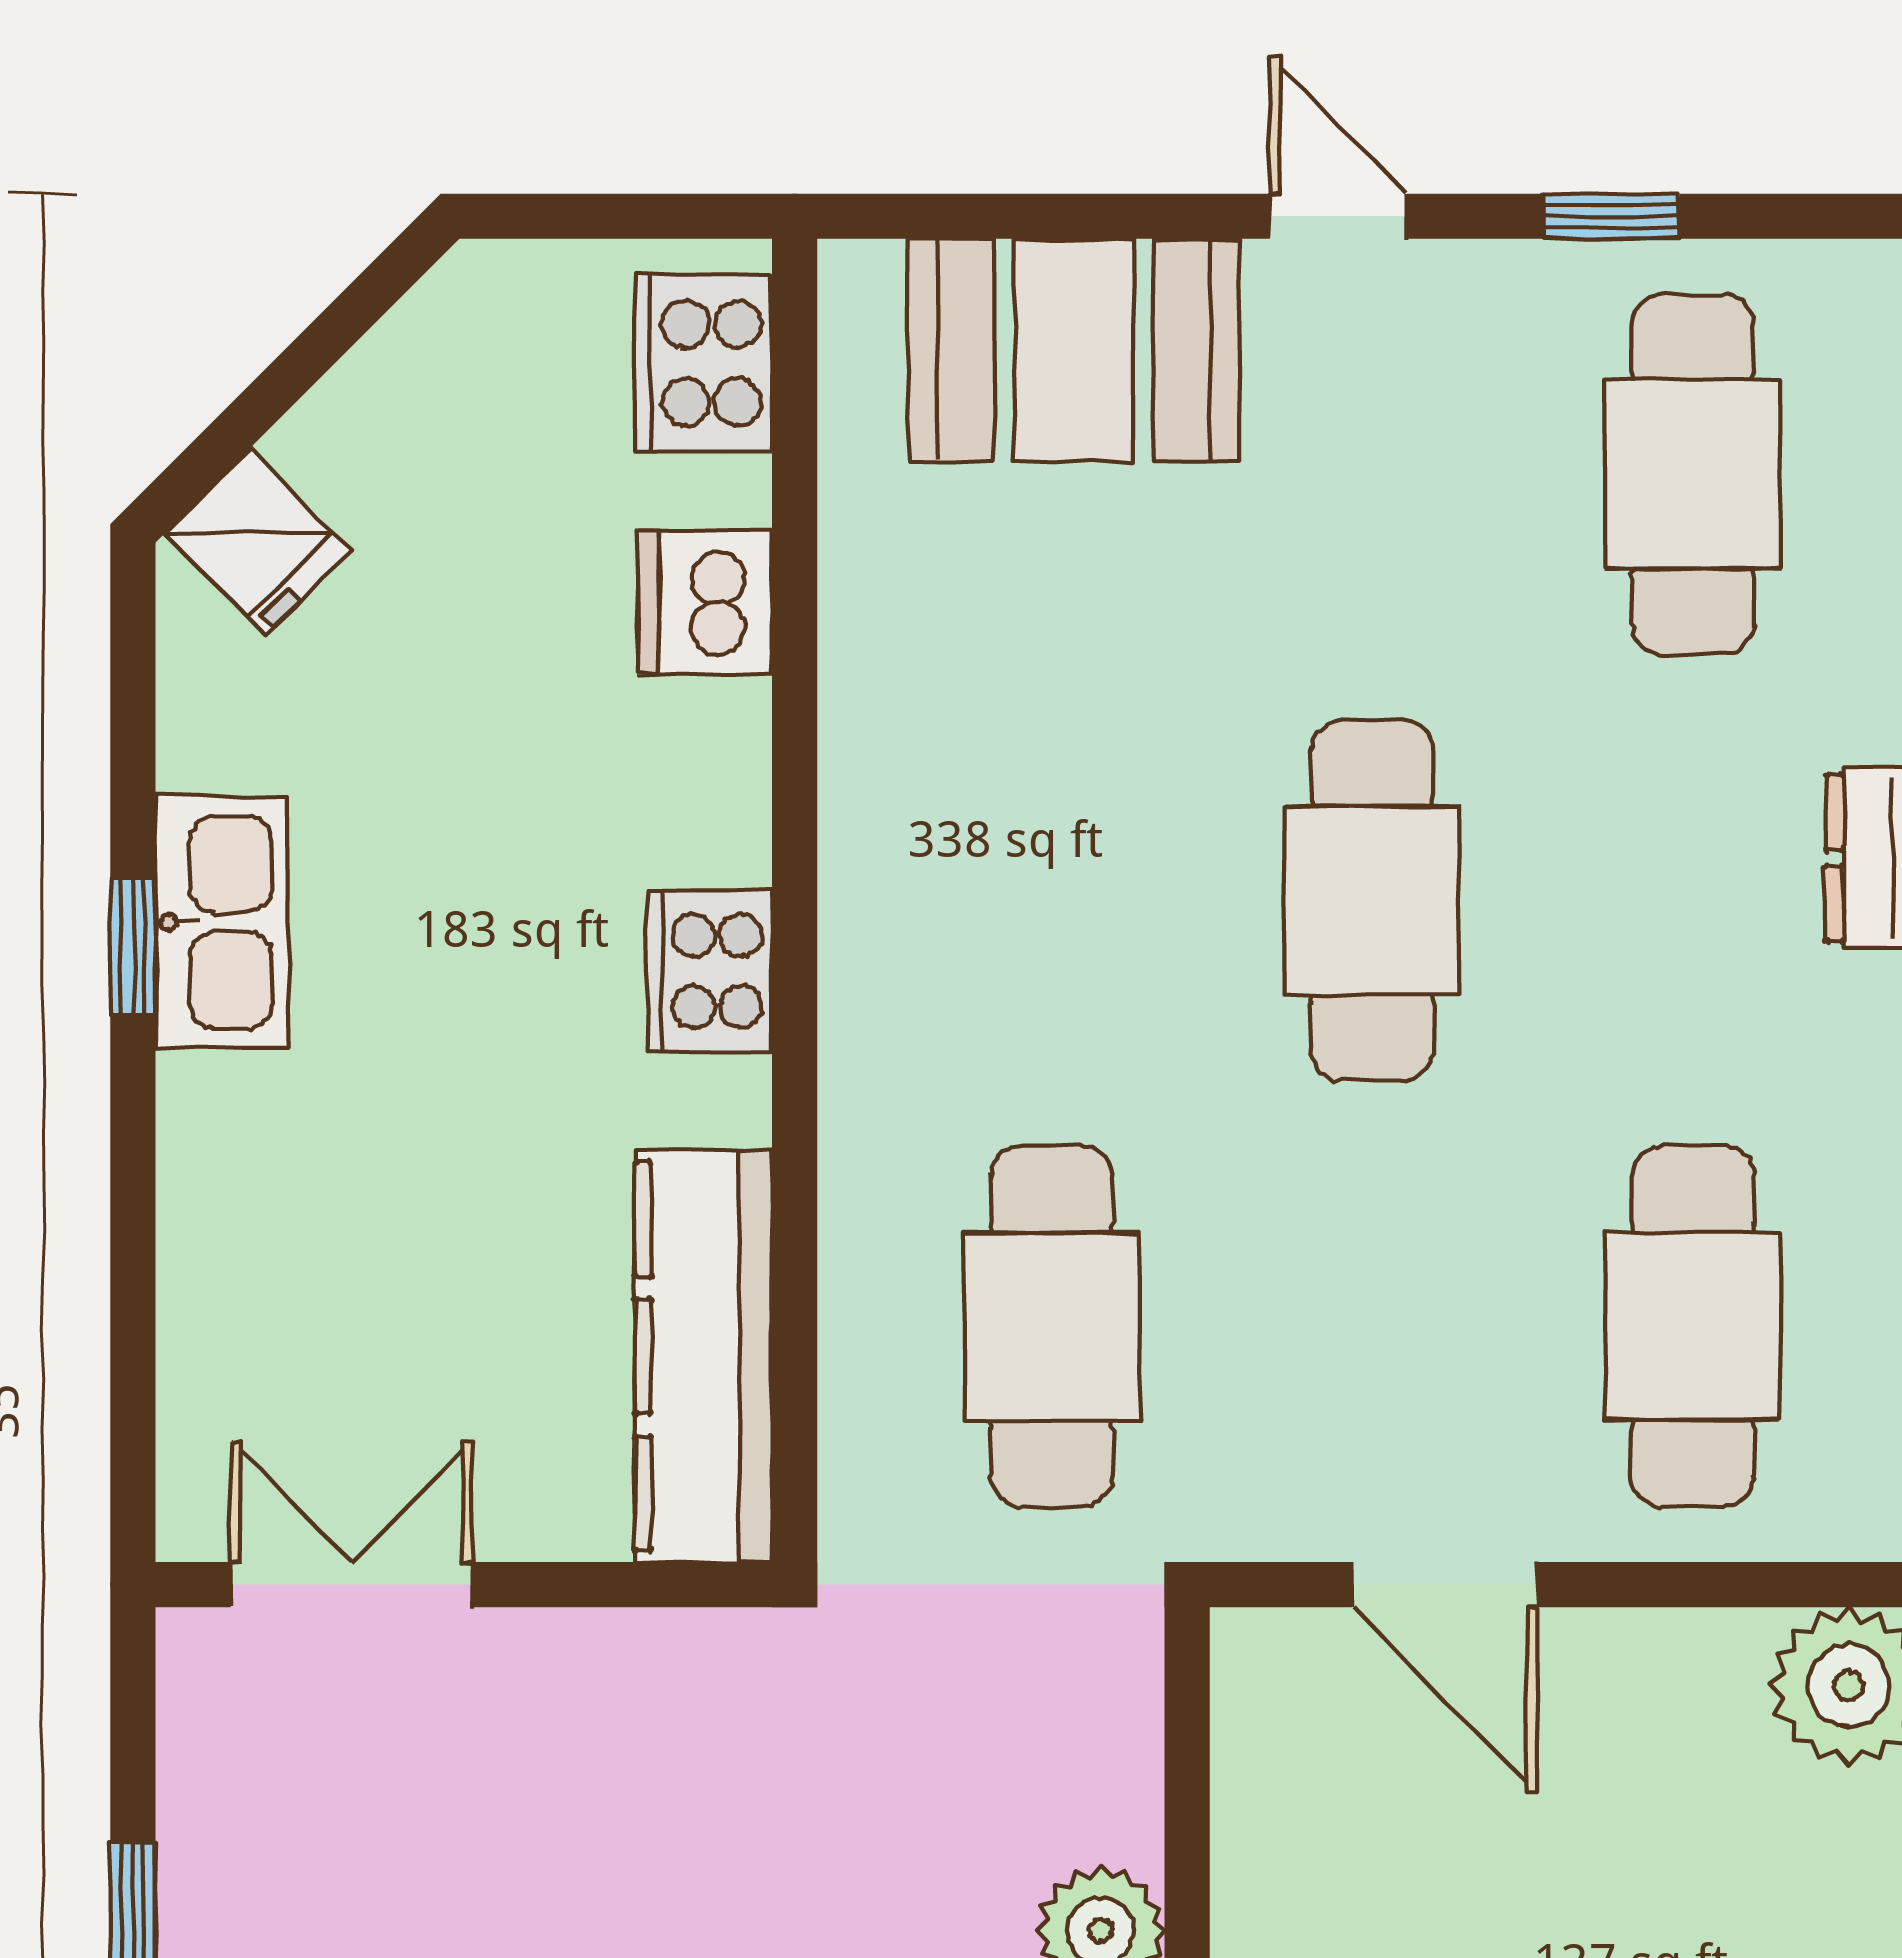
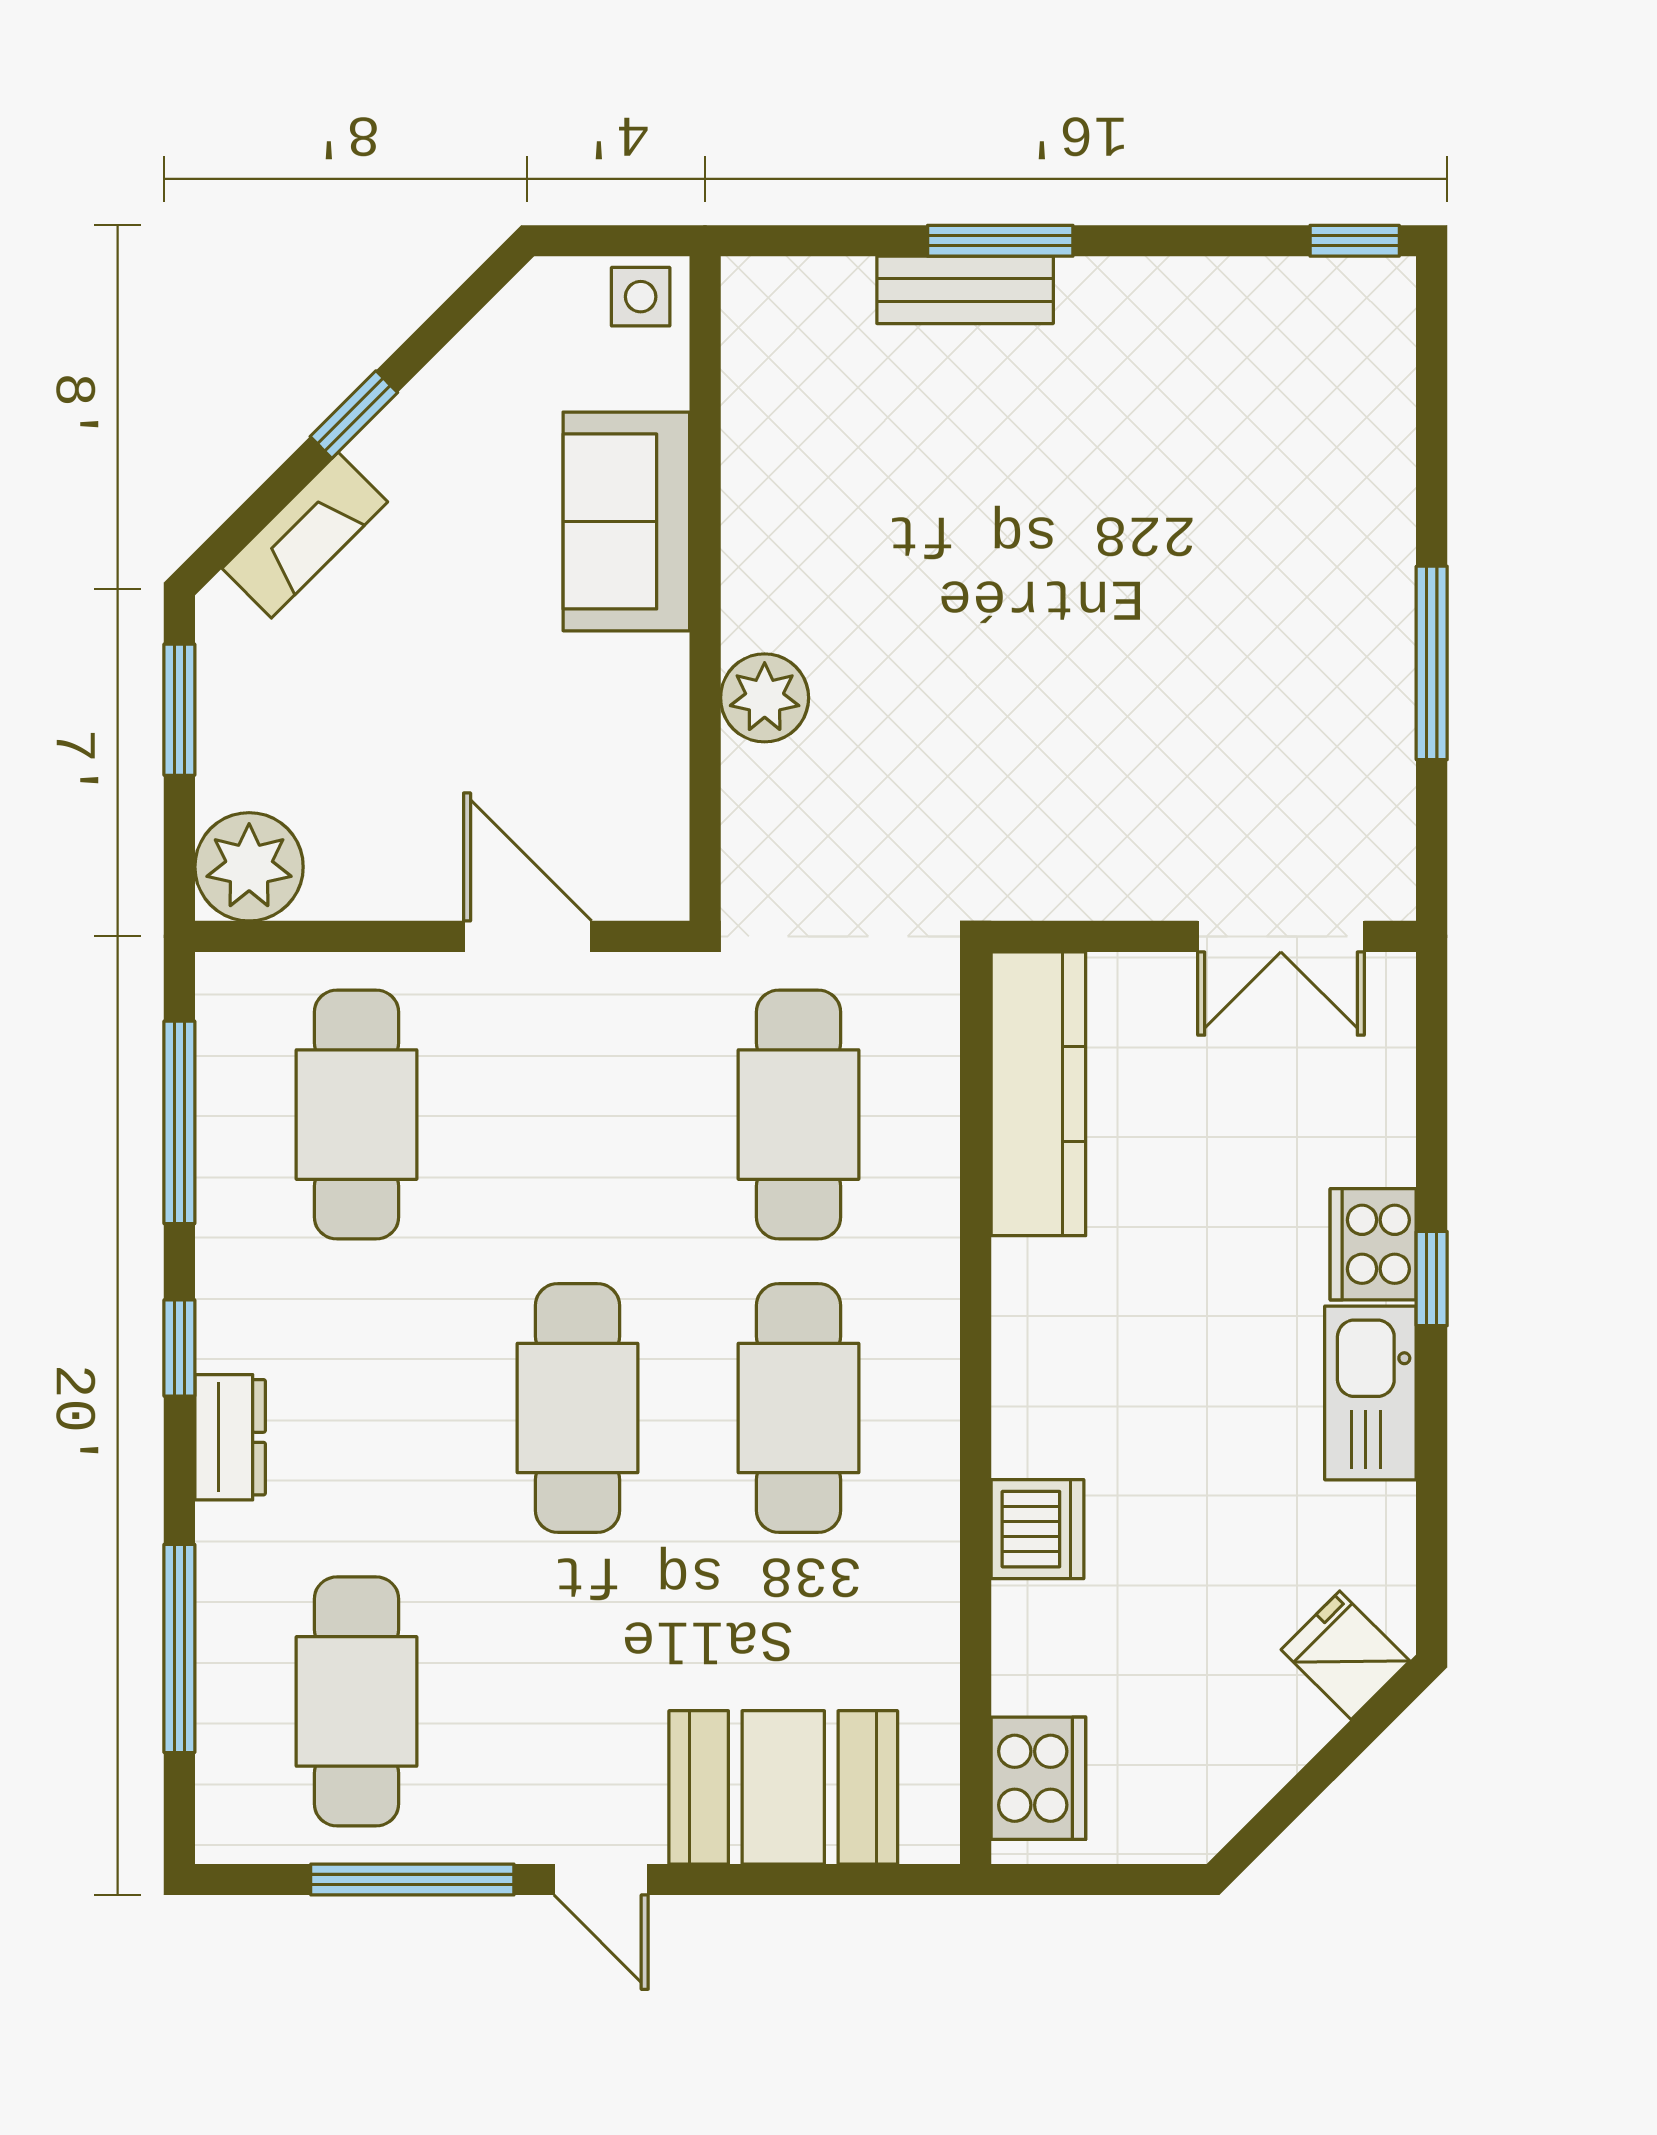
window: (1612, 216) -> (412, 1880), width x2.17
dishwasher: (705, 602) -> (1037, 1529), moved
cafe table: (1052, 900) -> (798, 1408), added
window: (133, 947) -> (1432, 1279), moved
cooker: (710, 971) -> (1373, 1244), moved, turned 180

